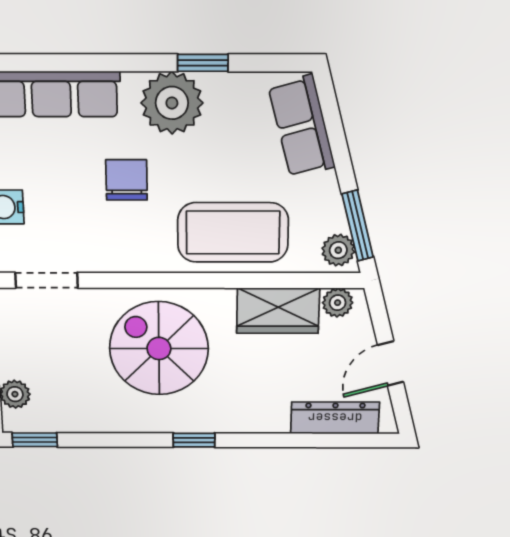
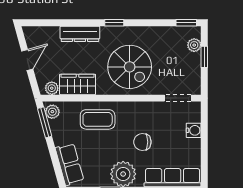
chair: (126, 180) -> (142, 142), turned 90
coffee table: (233, 232) -> (98, 119), width x0.73, depth x0.76
dresser: (335, 418) -> (80, 34), moved

